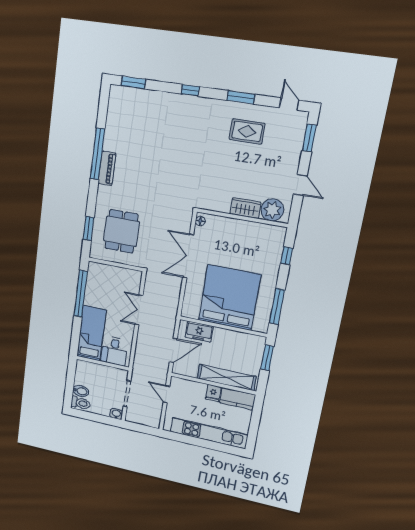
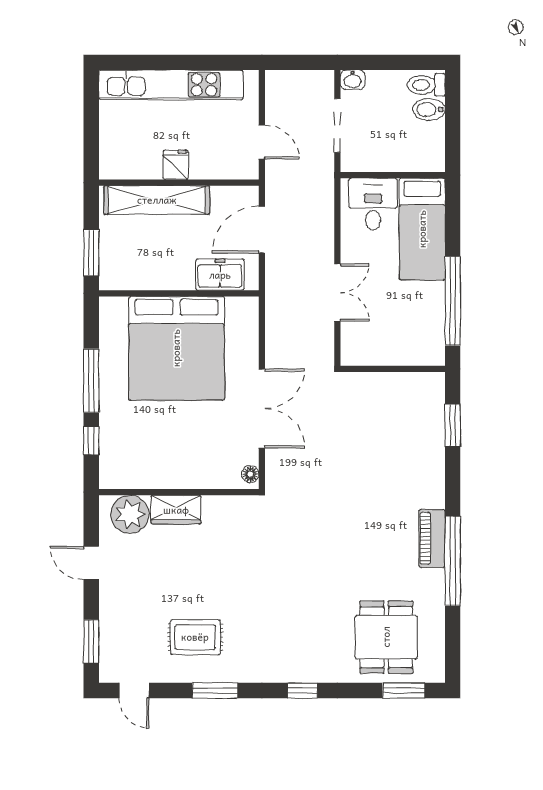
dining table: (122, 231) -> (386, 637), moved
window: (277, 307) -> (91, 381), moved
kitchen counter: (237, 399) -> (130, 164), removed

